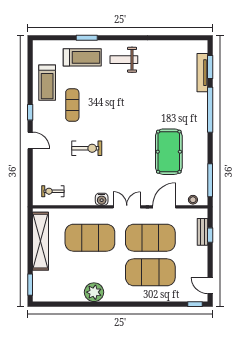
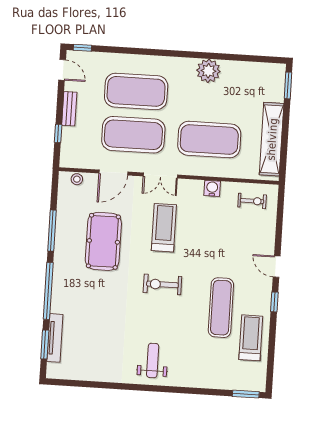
window: (87, 38) -> (246, 394), moved
treadmill: (82, 57) -> (164, 228), moved, turned 90
weight bench: (124, 60) -> (153, 360), turned -90
exercise mat: (72, 105) -> (221, 308), width x1.36, depth x1.45
exercise bike: (87, 148) -> (162, 284), moved
window: (210, 180) -> (52, 231), moved
water cooler: (102, 199) -> (212, 188), moved
bench: (202, 232) -> (69, 109), moved

